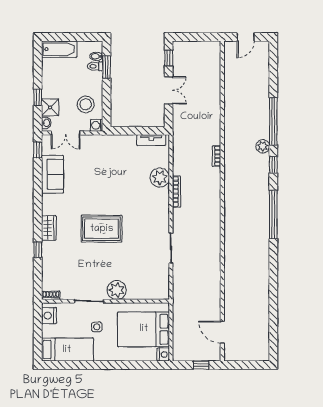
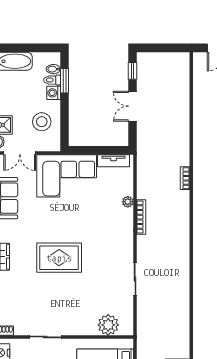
double door: (169, 90) -> (133, 106), swing flipped
washing machine: (97, 125) -> (54, 93), moved
corner sofa: (108, 154) -> (67, 176), added
plant: (160, 178) -> (128, 202), width x0.53, depth x0.53
plant: (117, 290) -> (108, 325), moved

